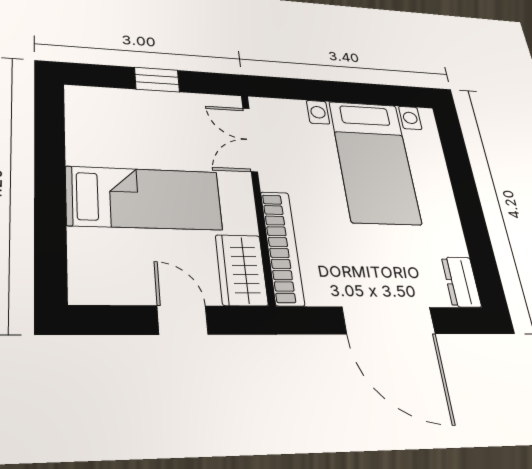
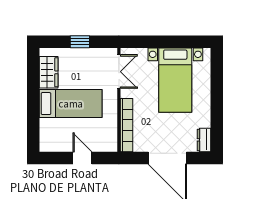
double door: (250, 140) -> (119, 72), swing flipped
wardrobe: (241, 270) -> (49, 72), moved, turned 180

